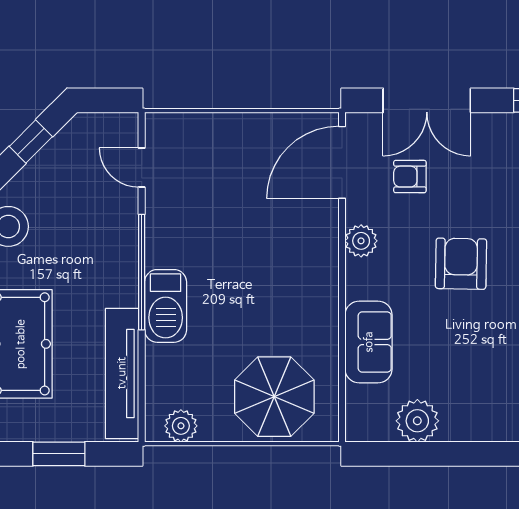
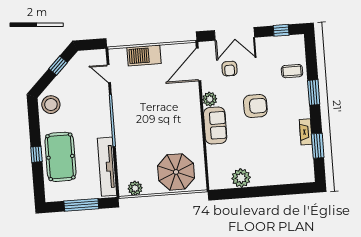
armchair: (410, 177) -> (229, 69), turned -90
armchair: (461, 264) -> (255, 106), turned 89
barbecue: (166, 306) -> (144, 55), moved, turned 90
sofa: (369, 342) -> (215, 126), moved
window: (59, 454) -> (81, 205), width x1.44

